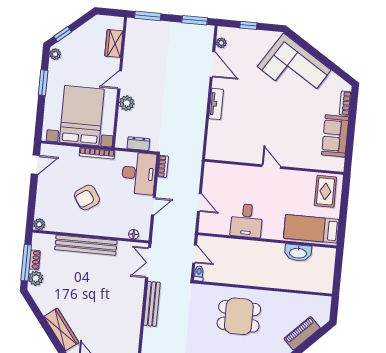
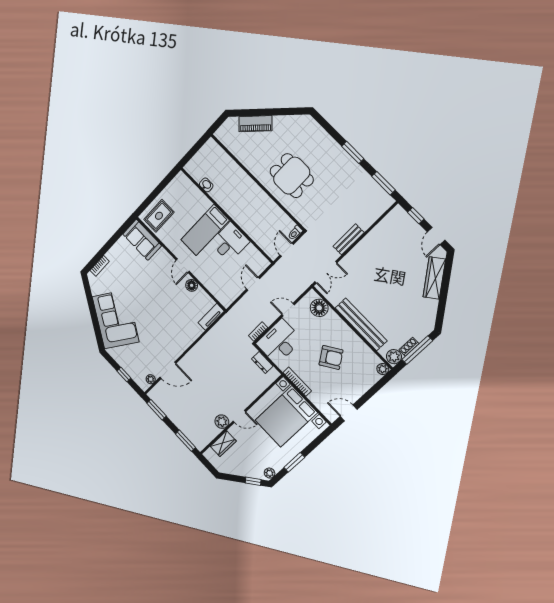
door: (212, 64) -> (168, 370), swing flipped
plant: (127, 103) -> (222, 422), moved
tv unit: (216, 104) -> (211, 317), moved
sofa: (335, 136) -> (142, 240), moved, turned 90
floor lamp: (250, 157) -> (192, 285), added
bed: (311, 229) -> (205, 230), moved, turned 90
floor lamp: (134, 234) -> (319, 308), width x1.89, depth x1.89
washbasin: (298, 253) -> (206, 185), width x0.52, depth x0.69
plant: (36, 278) -> (394, 357), moved
bench: (152, 304) -> (349, 239), width x0.73

